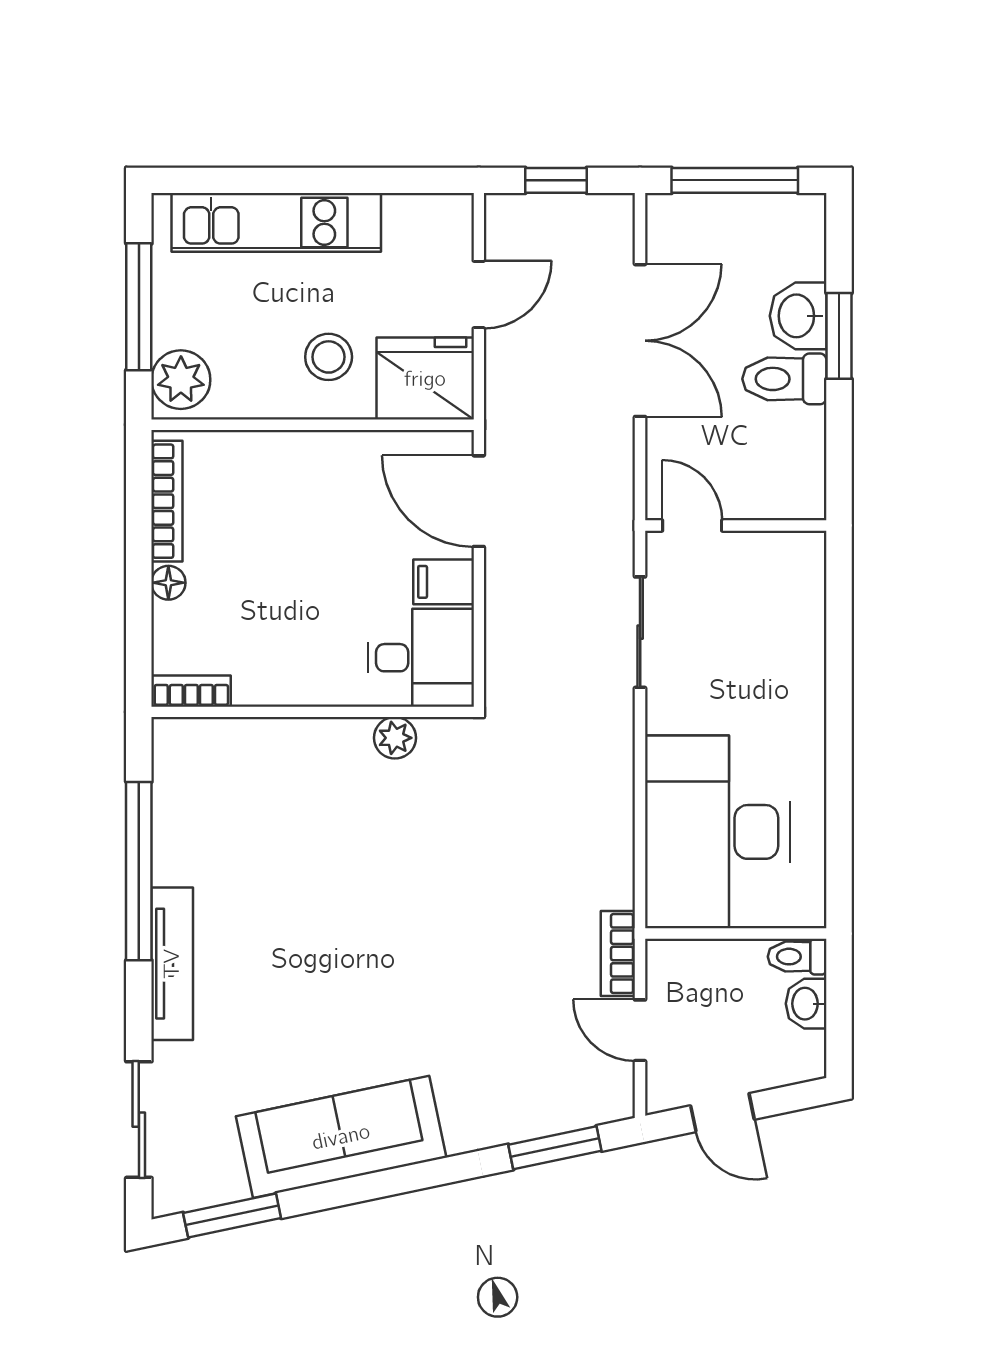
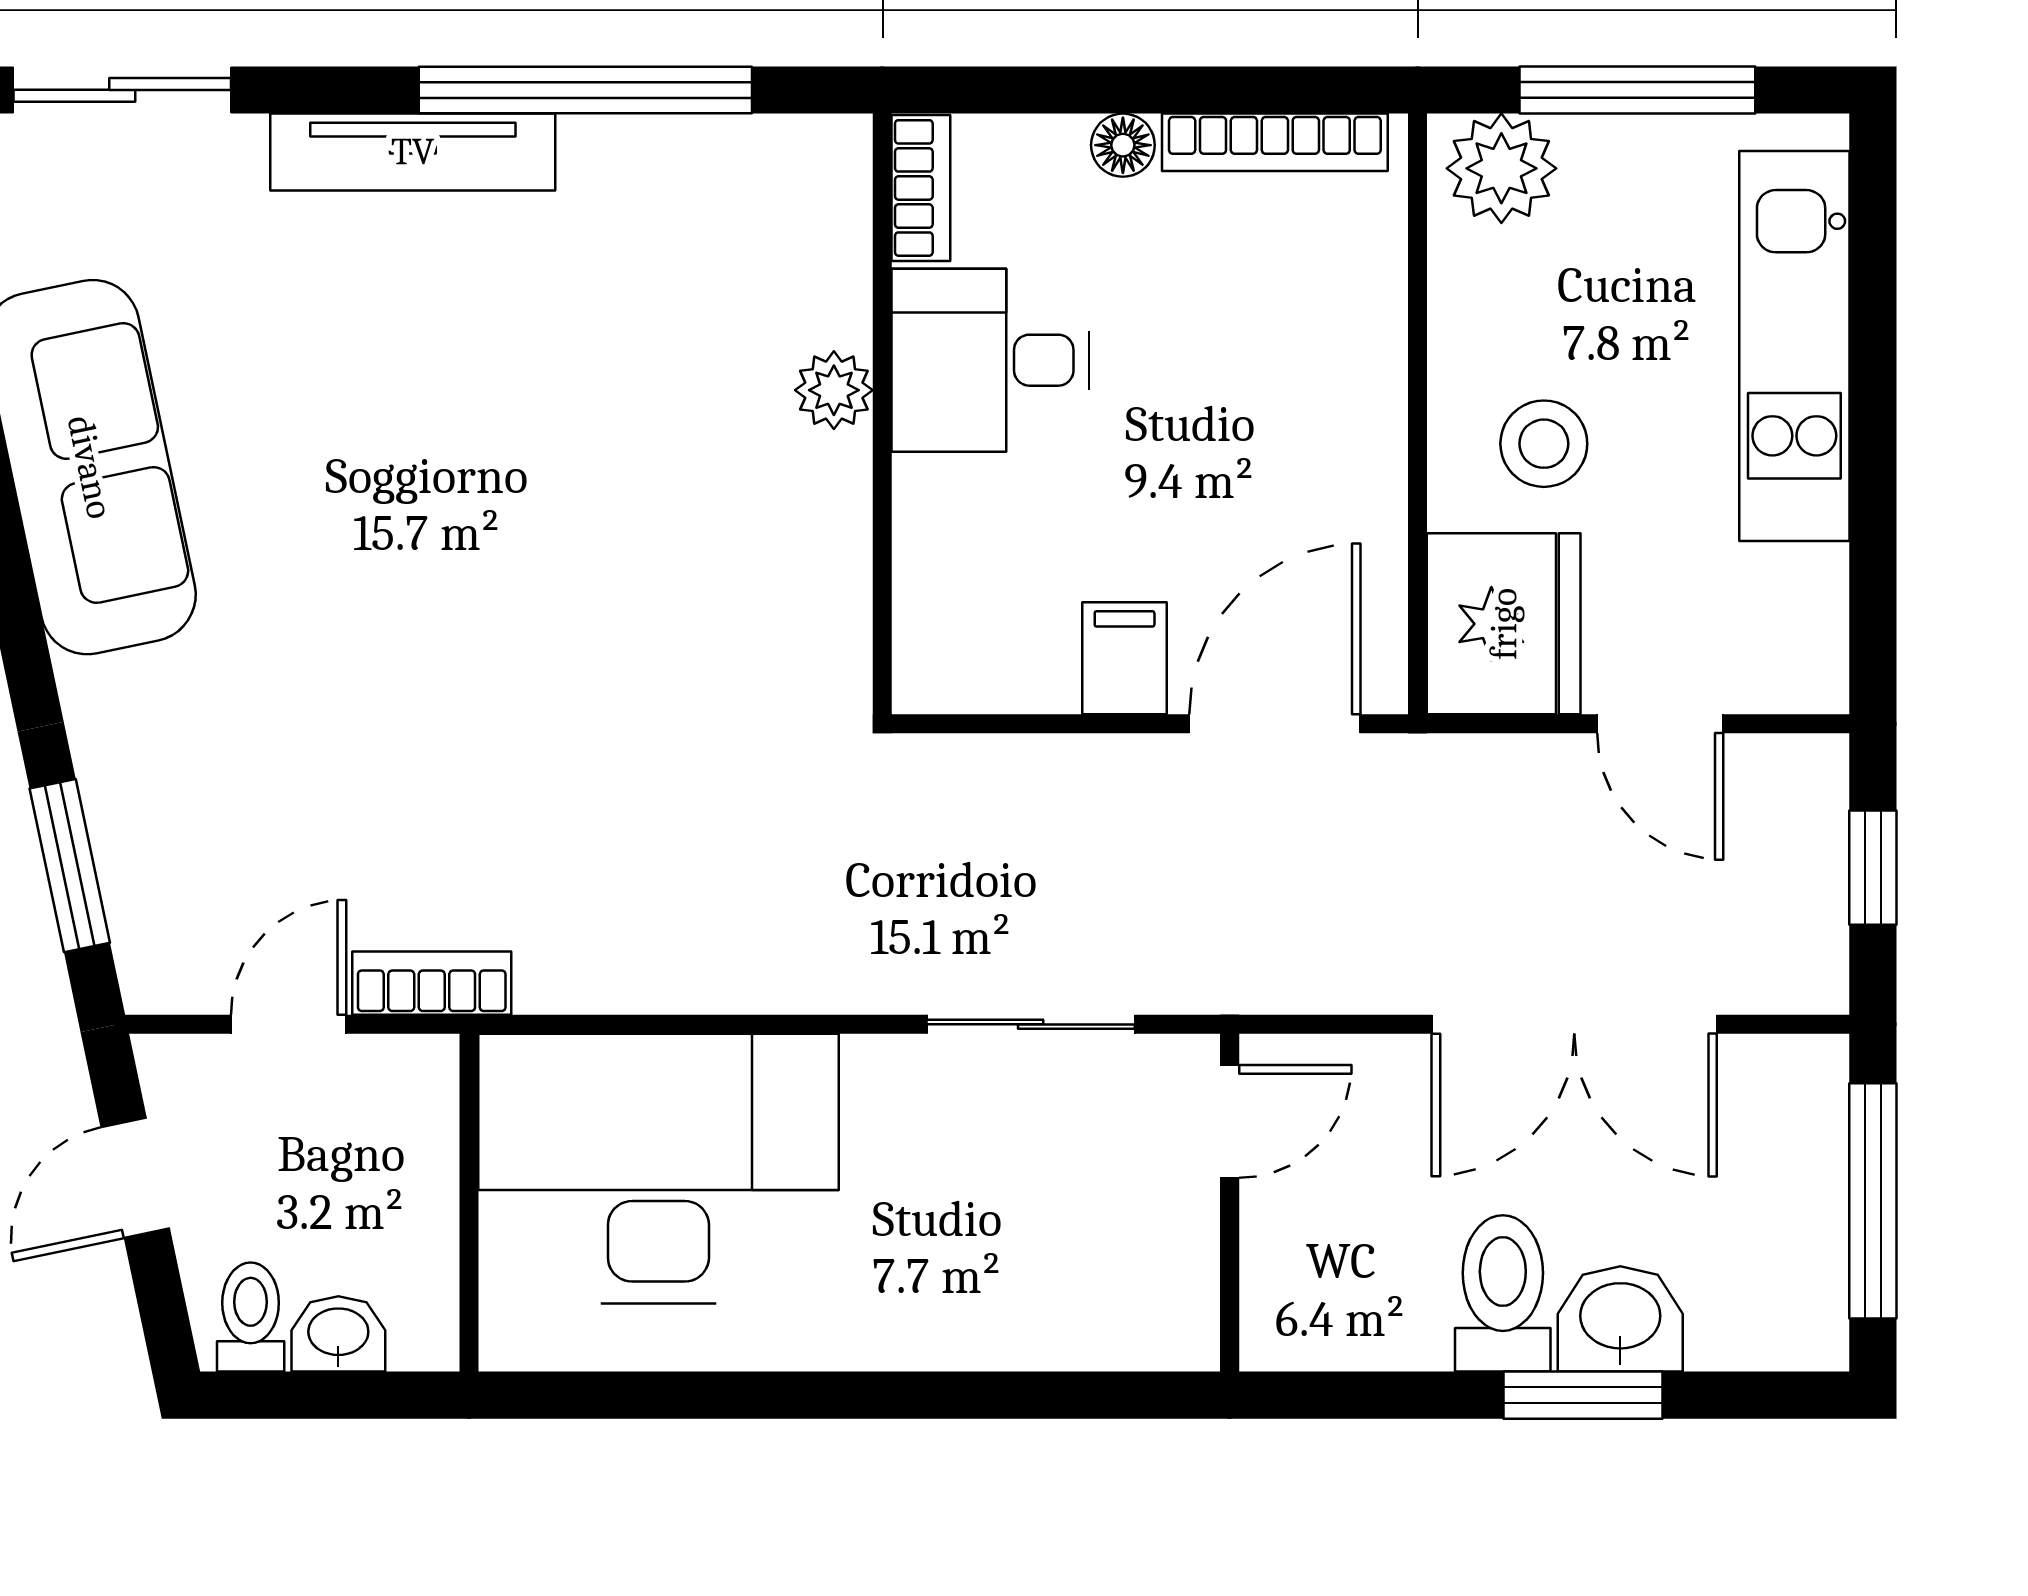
desk: (421, 658) -> (990, 360), moved, turned 90
plant: (395, 738) -> (834, 390), moved
toilet: (797, 957) -> (251, 1317), moved

